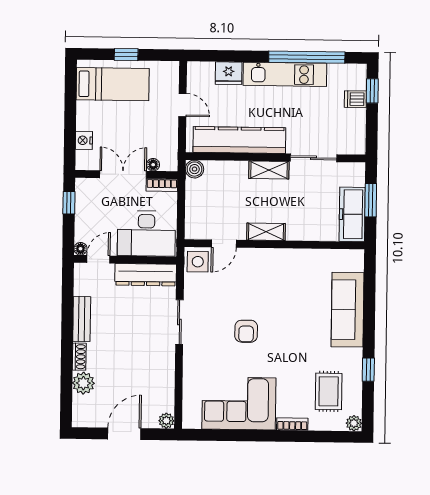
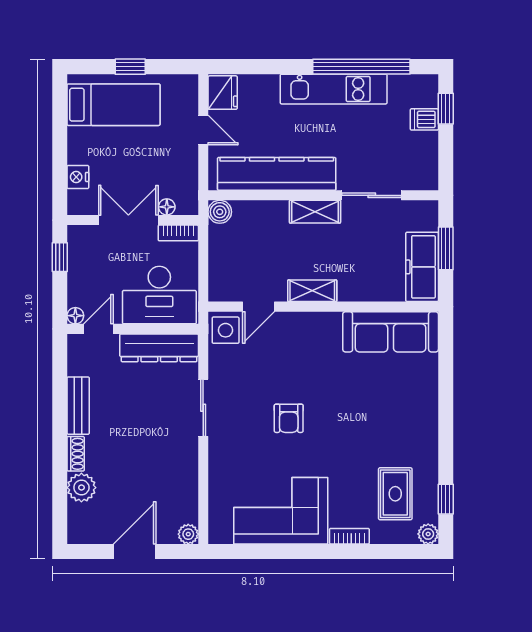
fridge: (229, 73) -> (223, 93), moved, turned -90
sofa: (348, 310) -> (391, 332), moved, turned -90
window: (368, 370) -> (446, 499), moved

